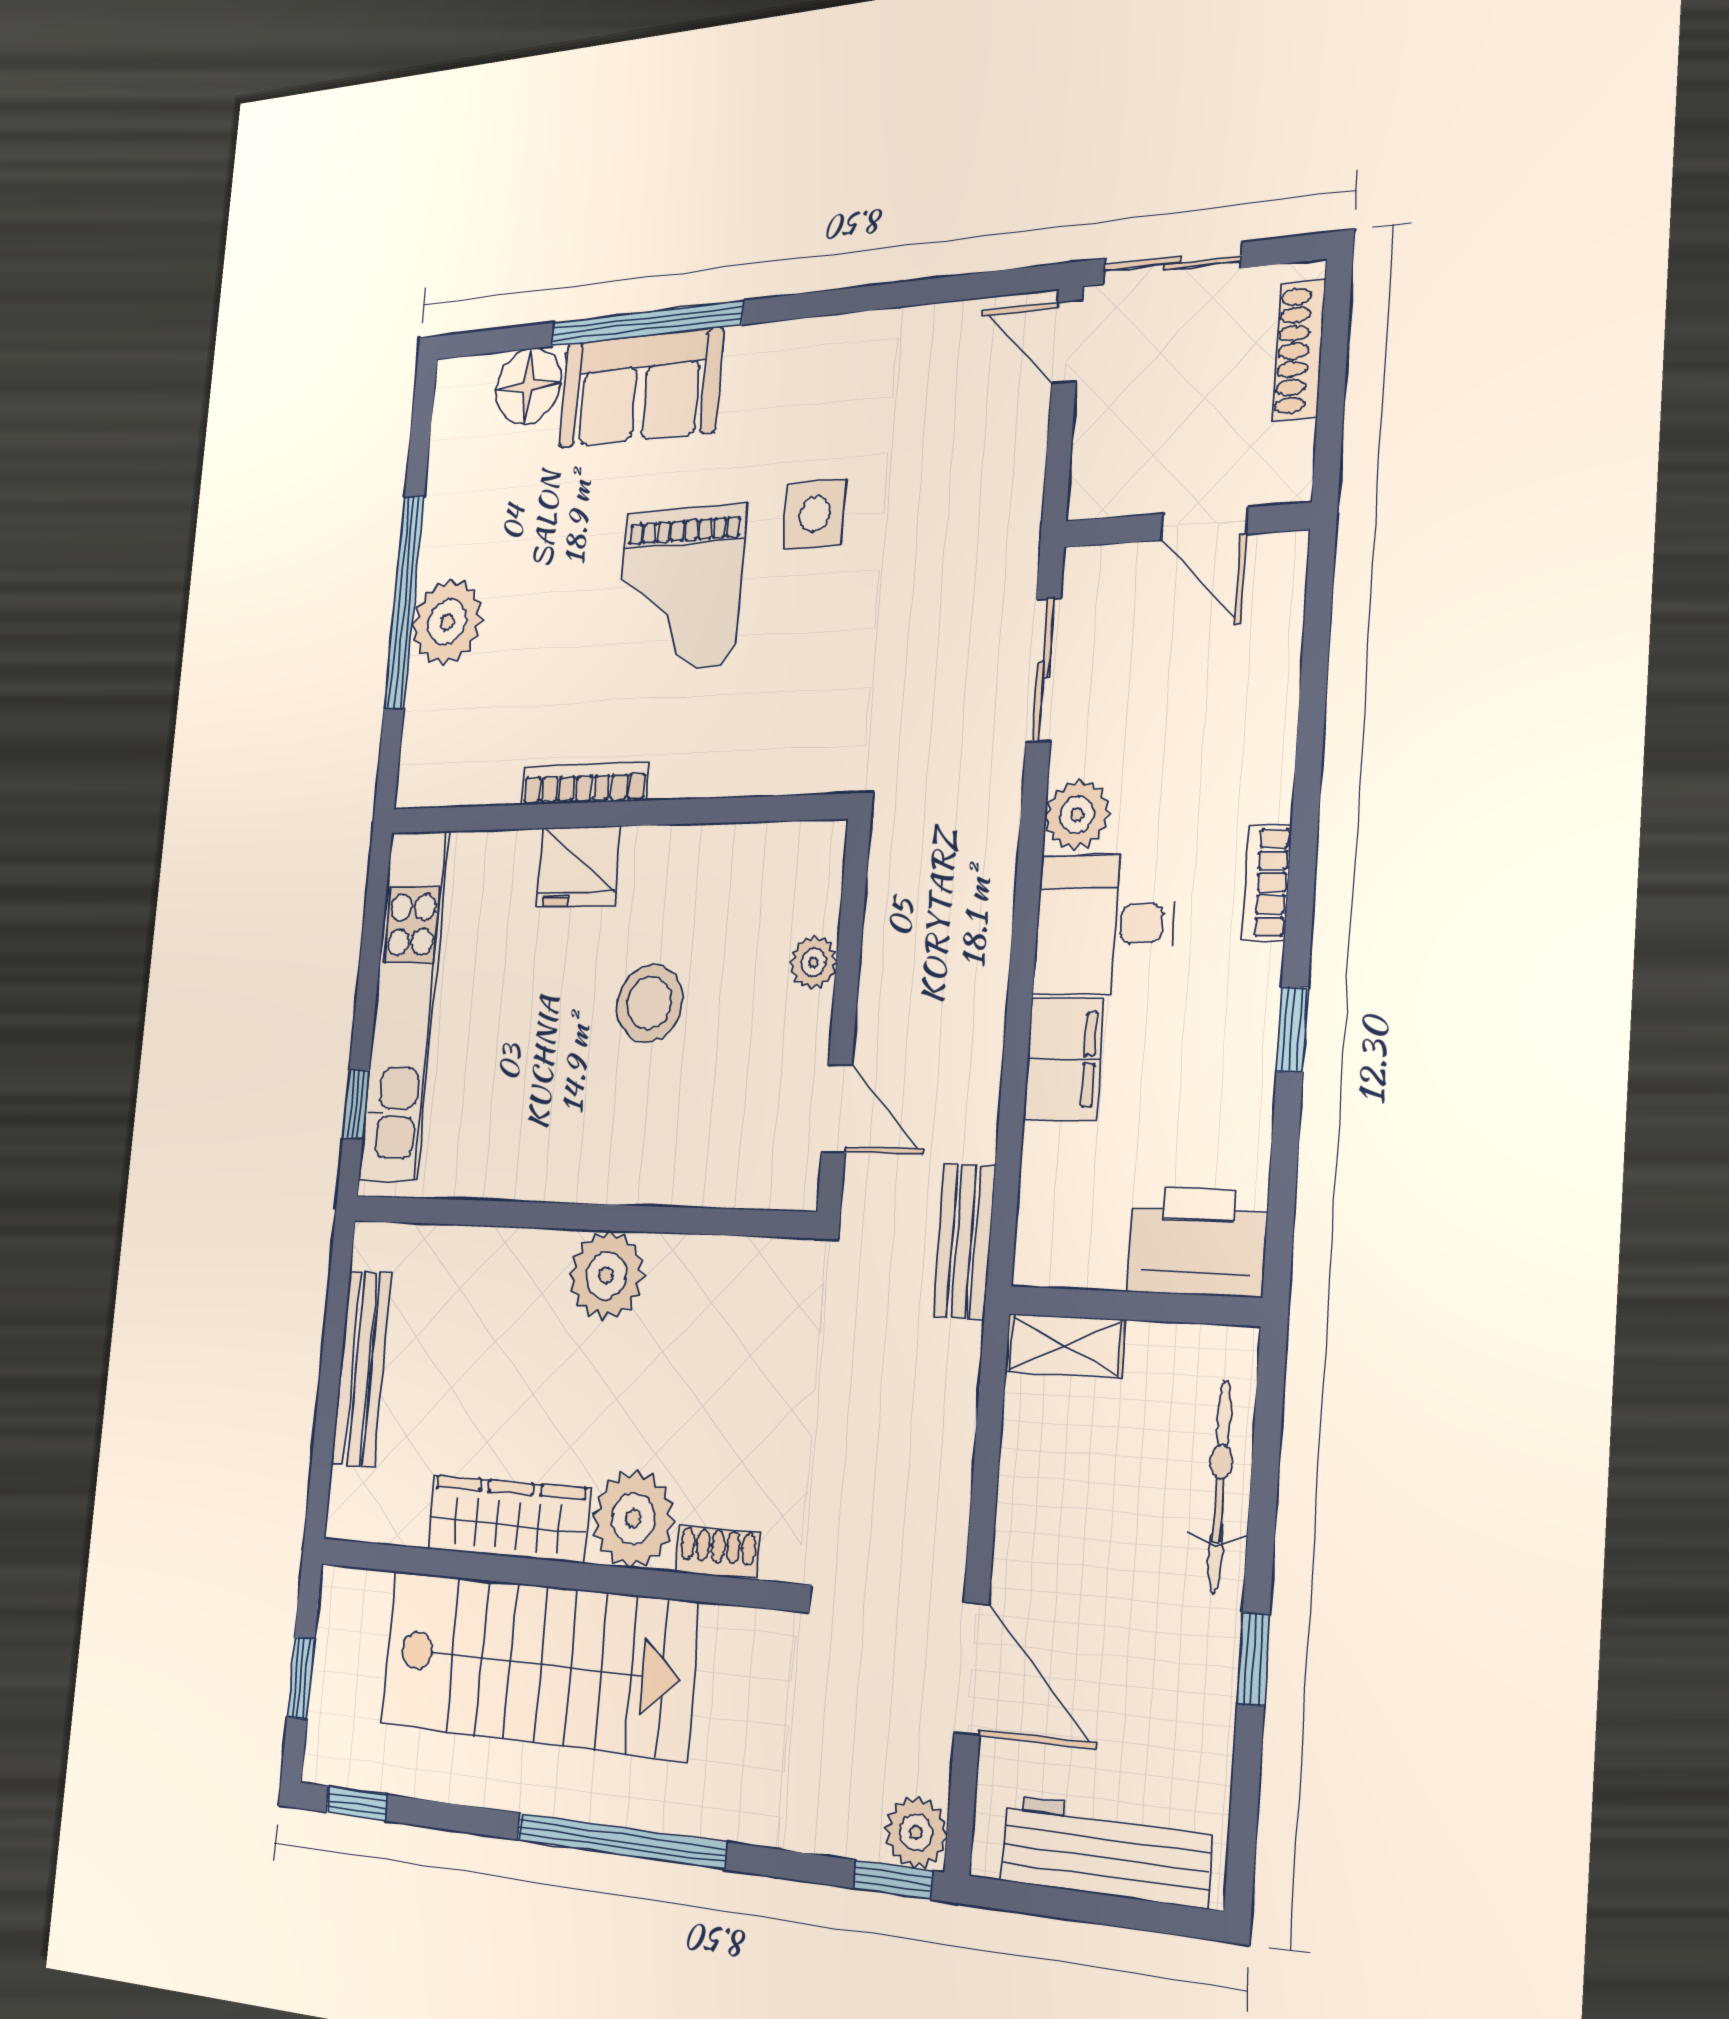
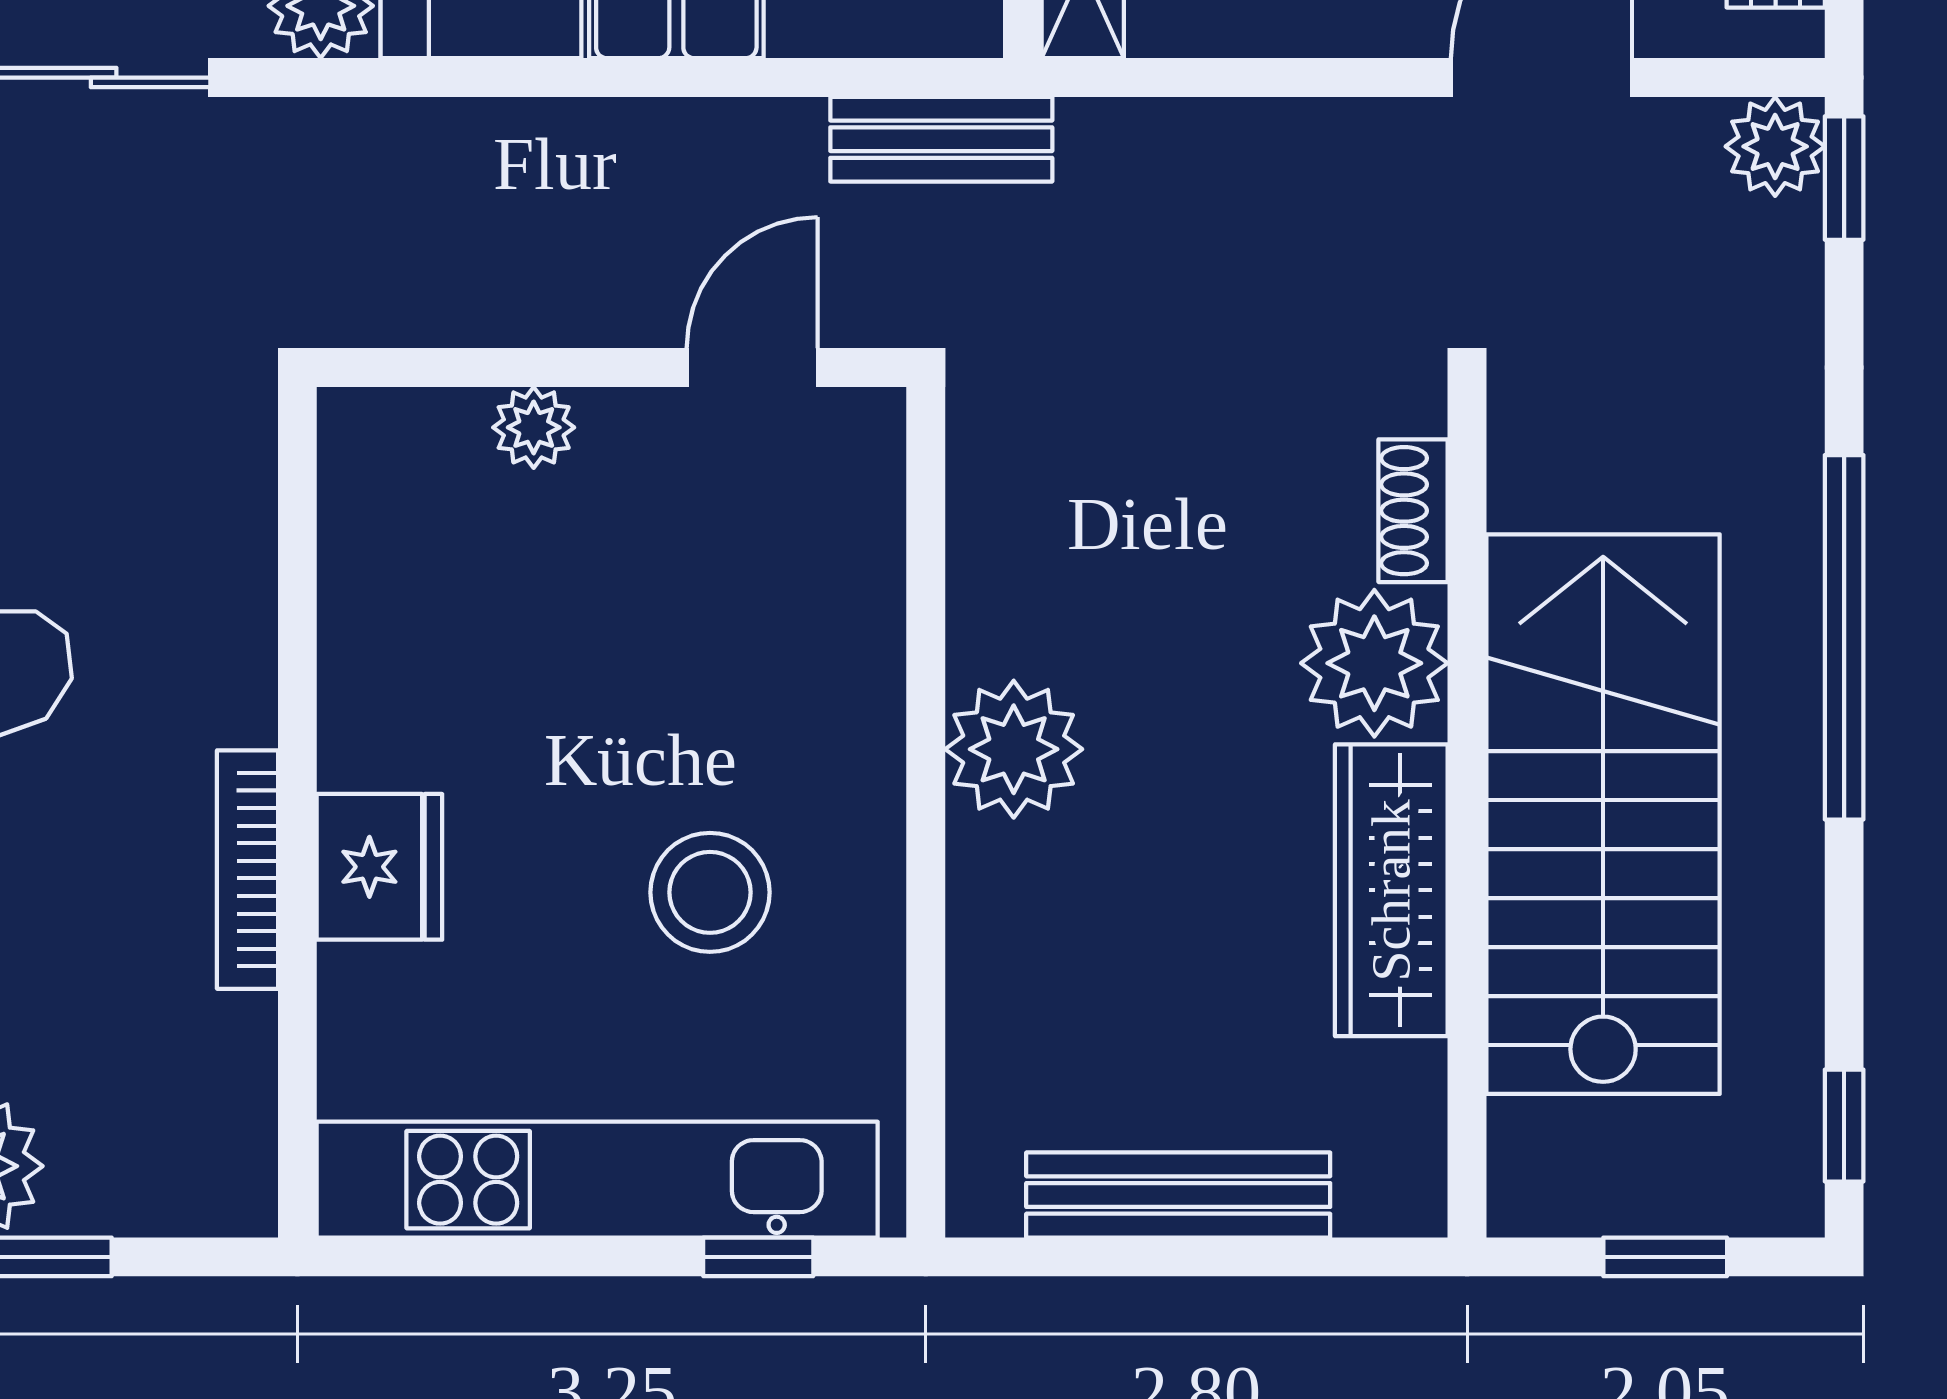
stool: (649, 1003) -> (710, 892), moved

